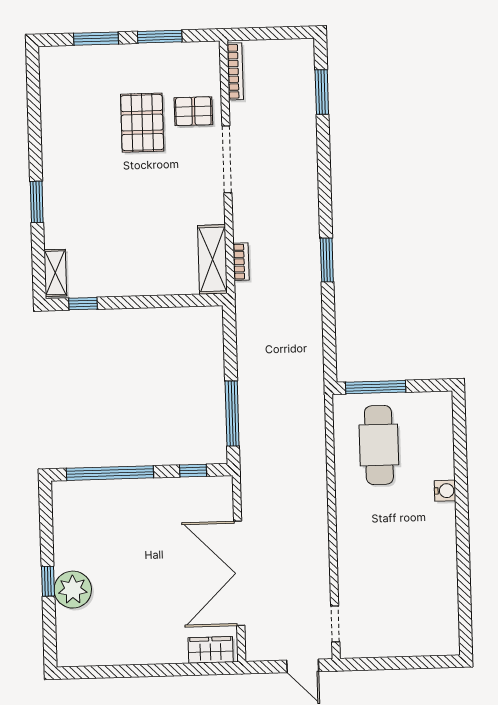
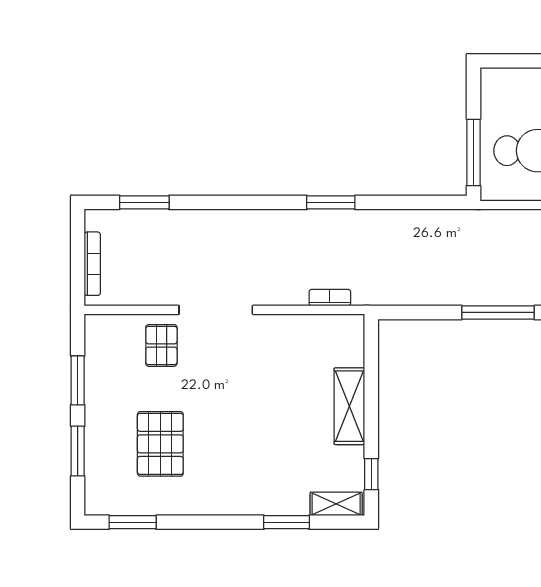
bookcase: (235, 71) -> (92, 264), moved, turned 90
window: (33, 90) -> (133, 522), added
pallet: (142, 123) -> (160, 444), moved, turned 90
window: (37, 202) -> (286, 522), moved
shelving: (213, 259) -> (349, 406), moved, turned 90

